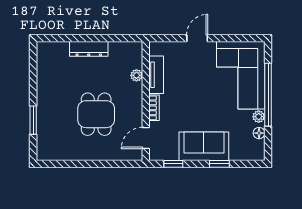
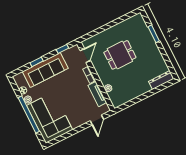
door: (197, 38) -> (97, 120), moved
dresser: (89, 49) -> (161, 80), moved
dining table: (96, 114) -> (120, 55), turned 90
sofa: (204, 146) -> (45, 70), width x1.36

